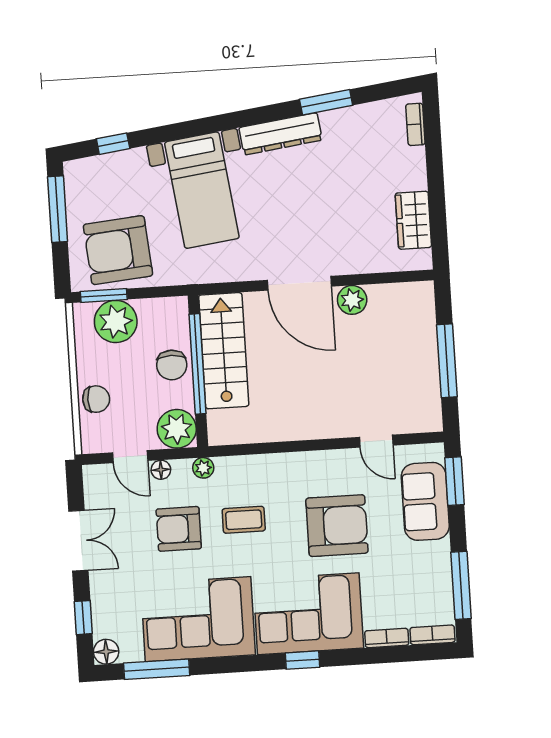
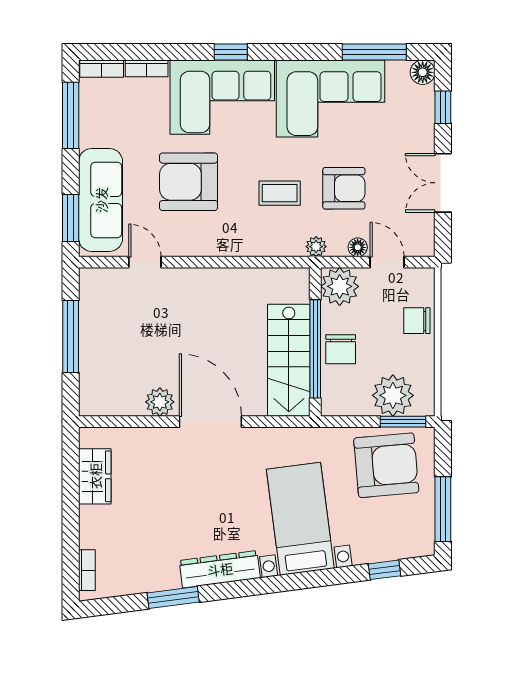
chair: (172, 365) -> (341, 349), turned 180
sofa: (425, 501) -> (101, 200), width x1.36

